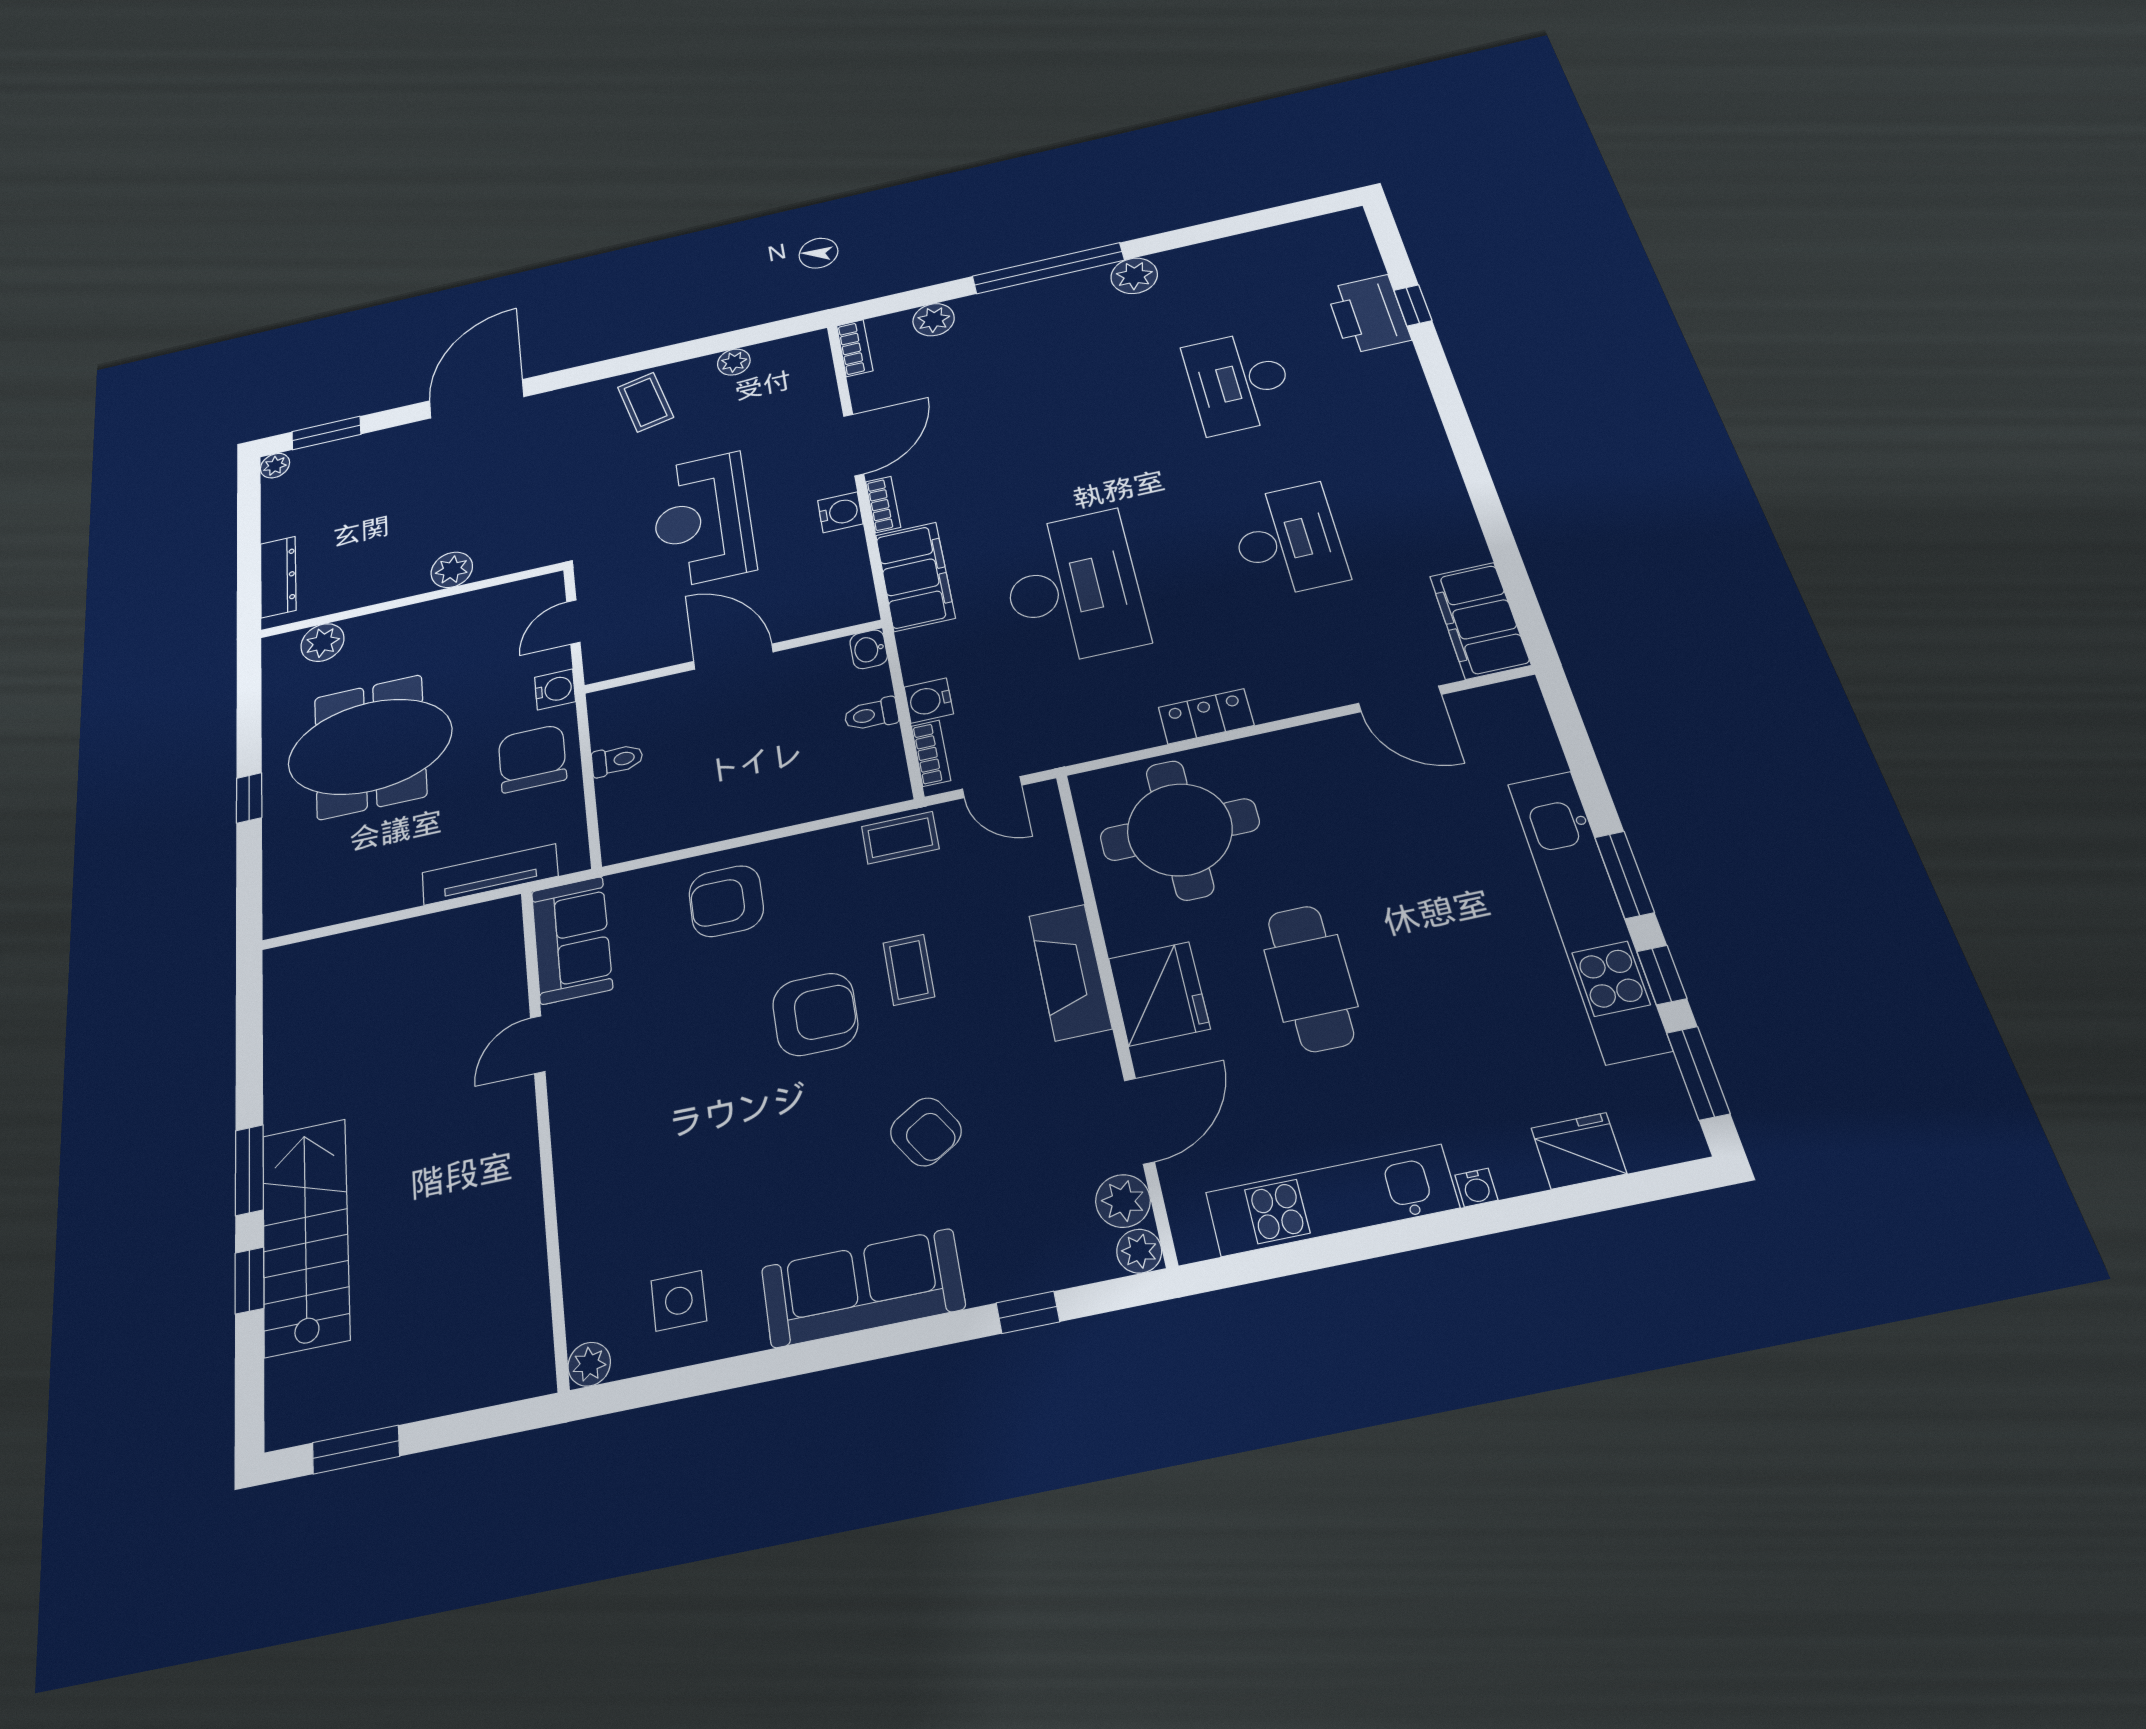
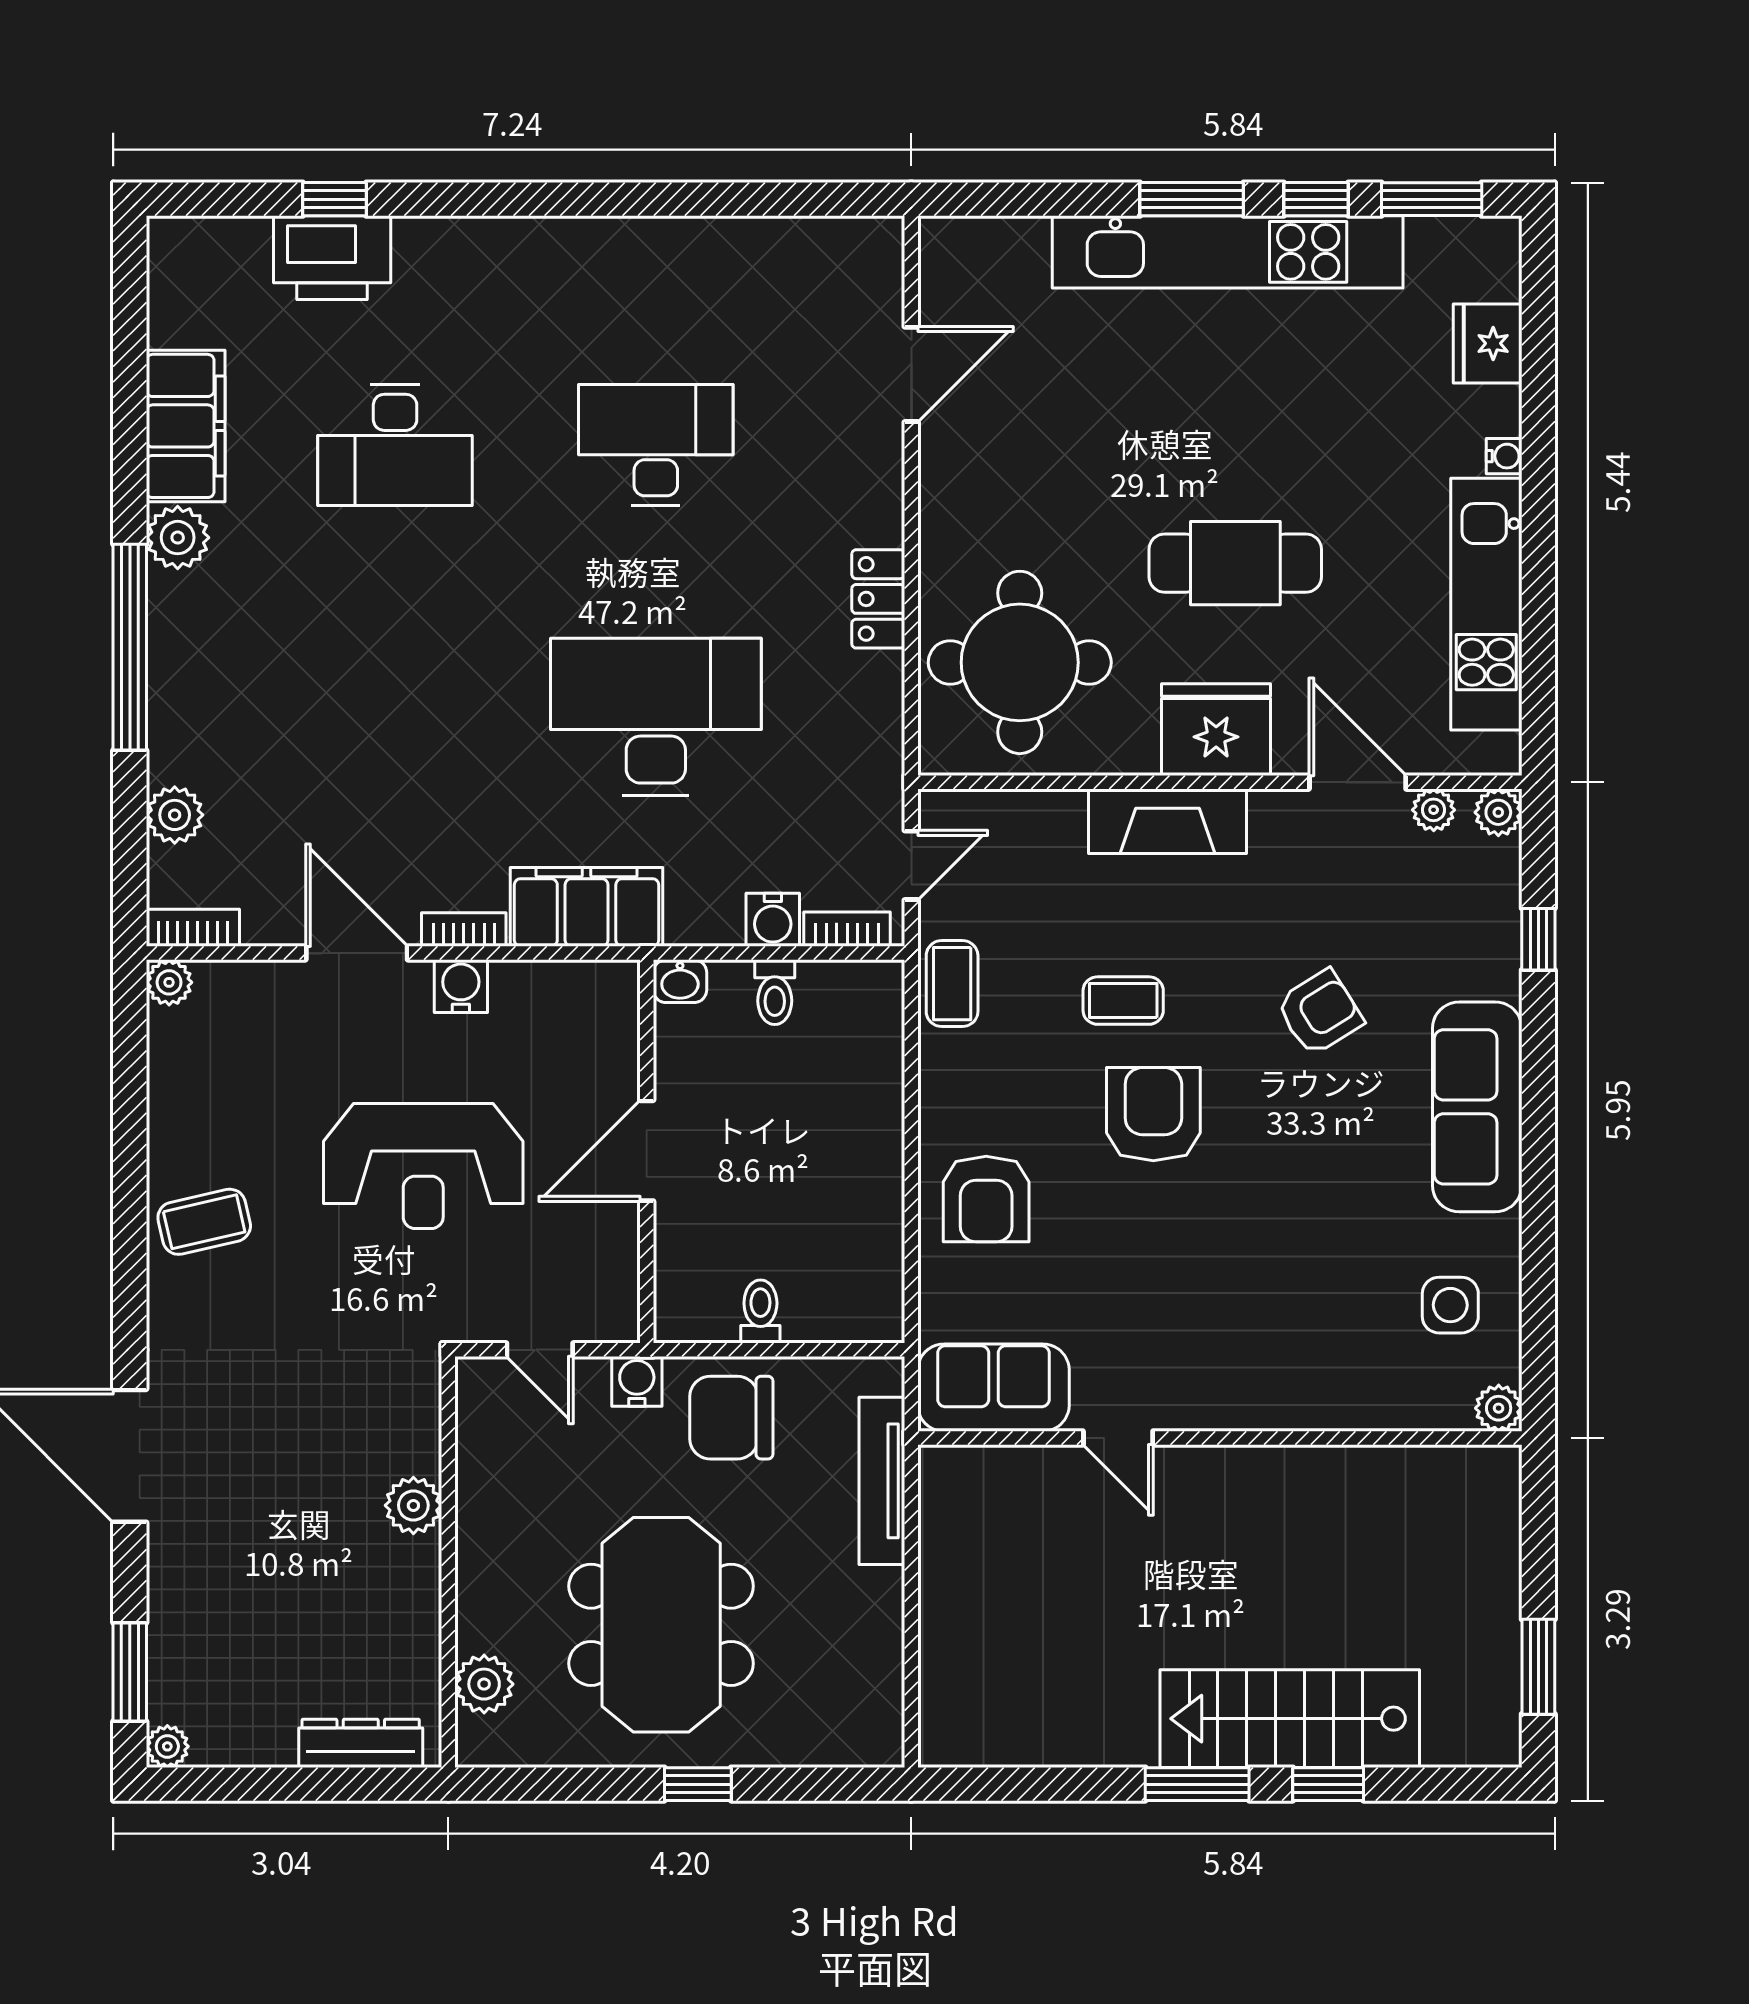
plant: (734, 362) -> (169, 982), moved
filing cabinet: (1480, 620) -> (186, 426), moved, turned -90
plant: (1123, 1201) -> (1434, 810), width x0.73, depth x0.73

